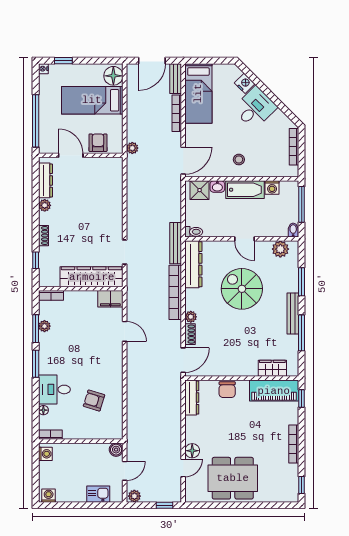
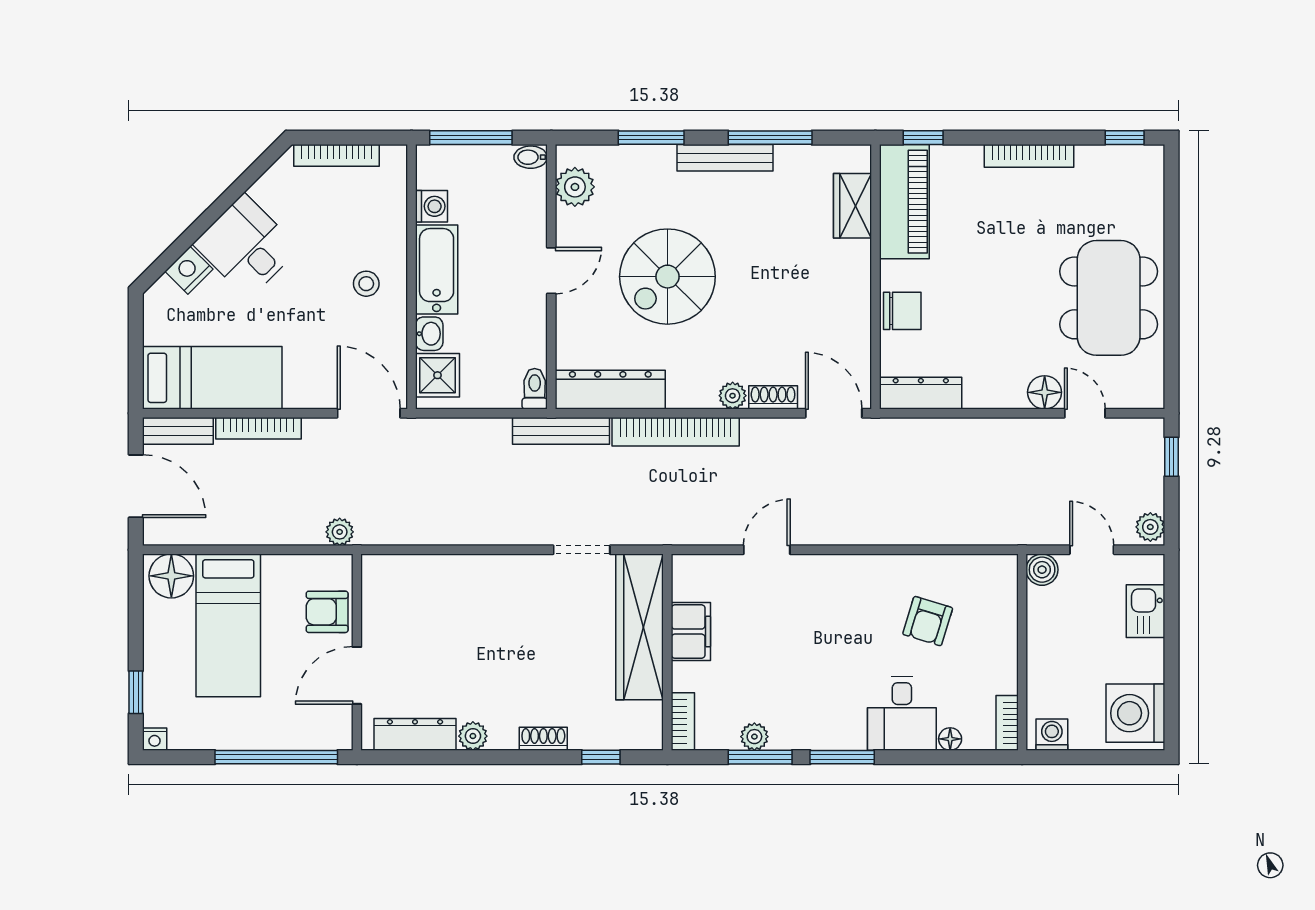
filing cabinet: (110, 299) -> (691, 632), moved
washing machine: (49, 496) -> (1135, 713), width x1.89, depth x1.89

